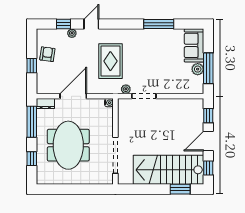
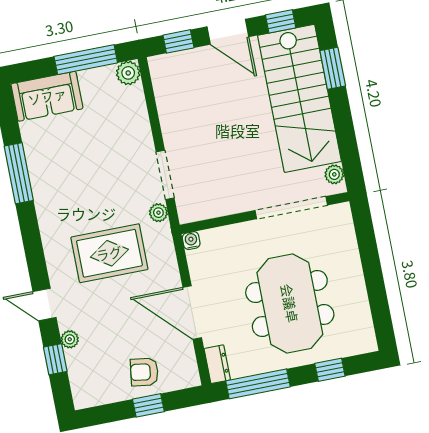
armchair: (47, 54) -> (144, 372), moved
plant: (198, 69) -> (128, 73), moved
meeting table: (68, 145) -> (290, 303), turned 90
plant: (128, 180) -> (334, 174), added

